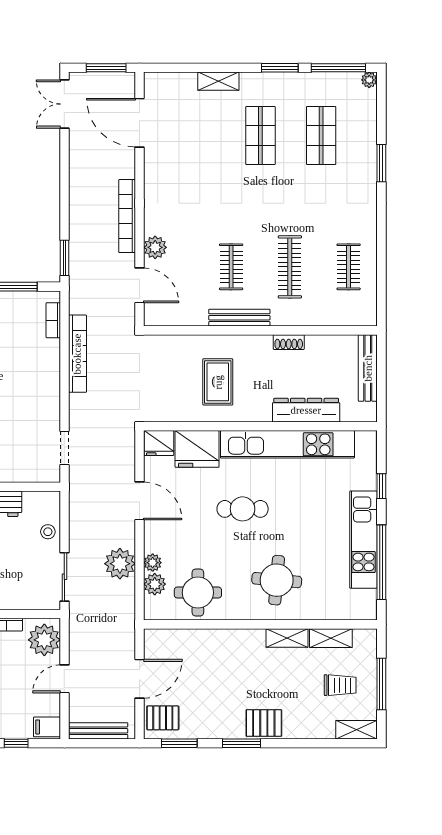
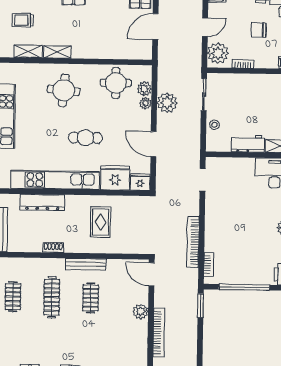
door: (140, 285) -> (151, 274), moved

